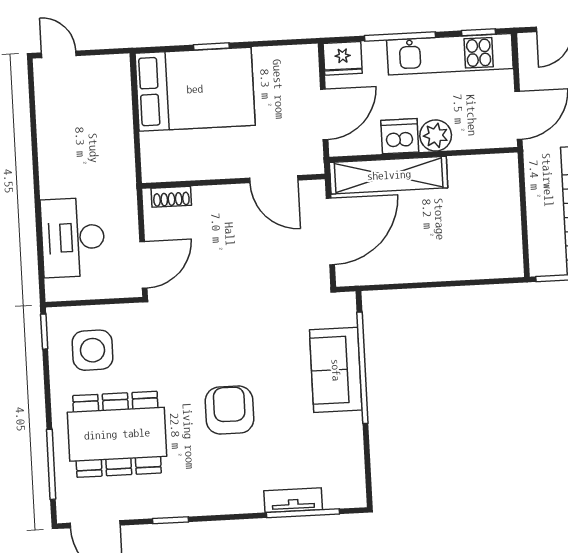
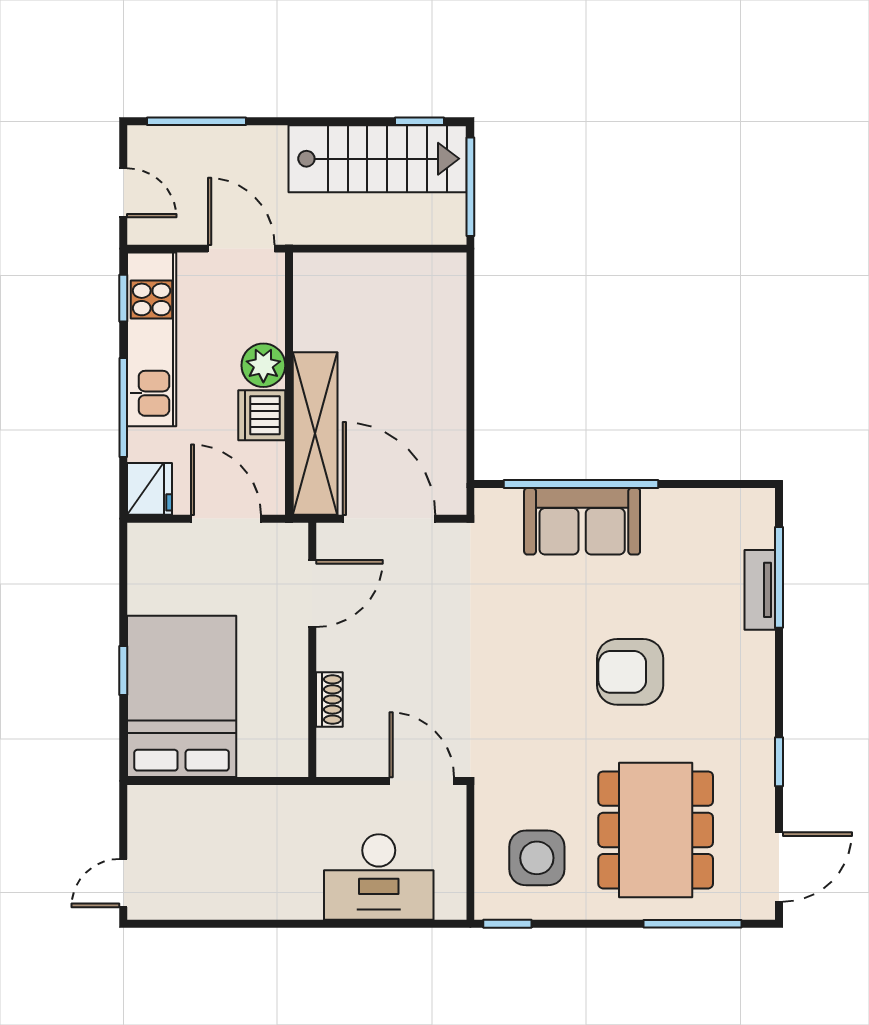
shoe rack: (171, 197) -> (329, 699), moved

